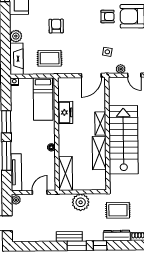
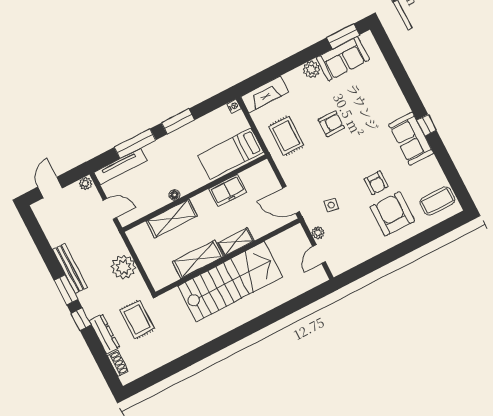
plant: (16, 36) -> (311, 69), moved
shelving: (65, 174) -> (172, 218), moved
bench: (69, 236) -> (70, 269), width x1.36

